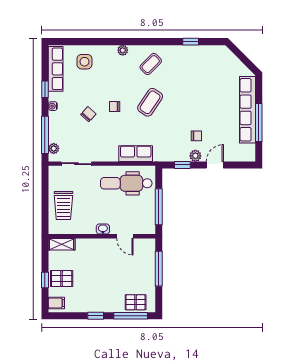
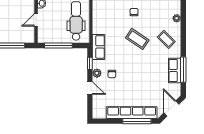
window: (191, 42) -> (183, 70), width x2.17
row of seats: (192, 53) -> (175, 71), added
door: (242, 57) -> (171, 109), added
window: (259, 123) -> (137, 121), moved
row of seats: (136, 154) -> (99, 47), moved

